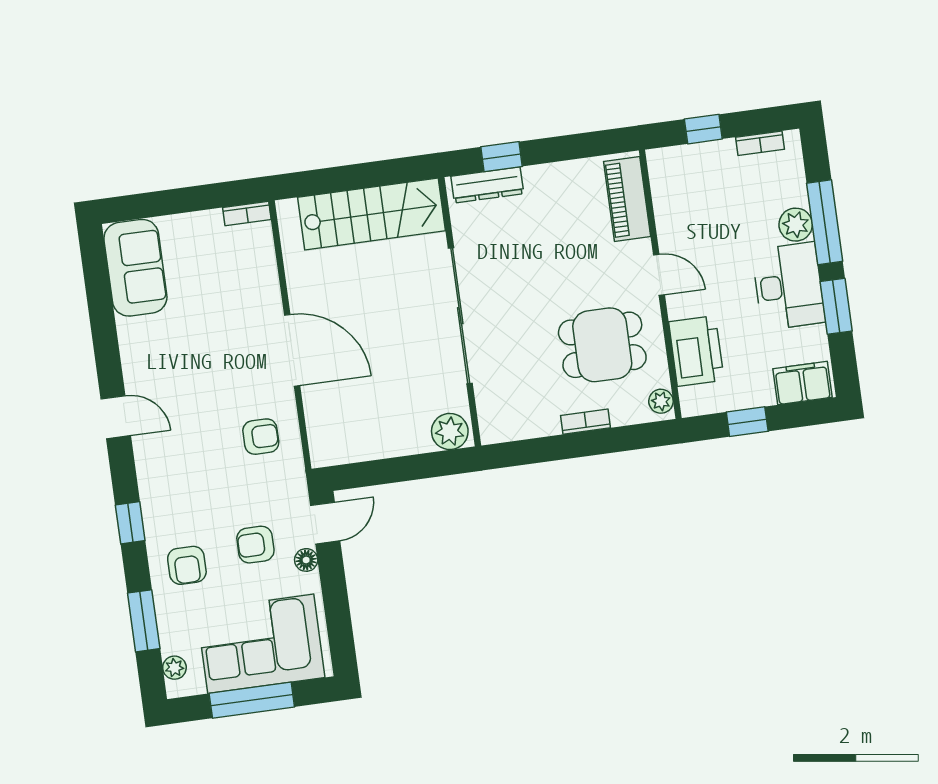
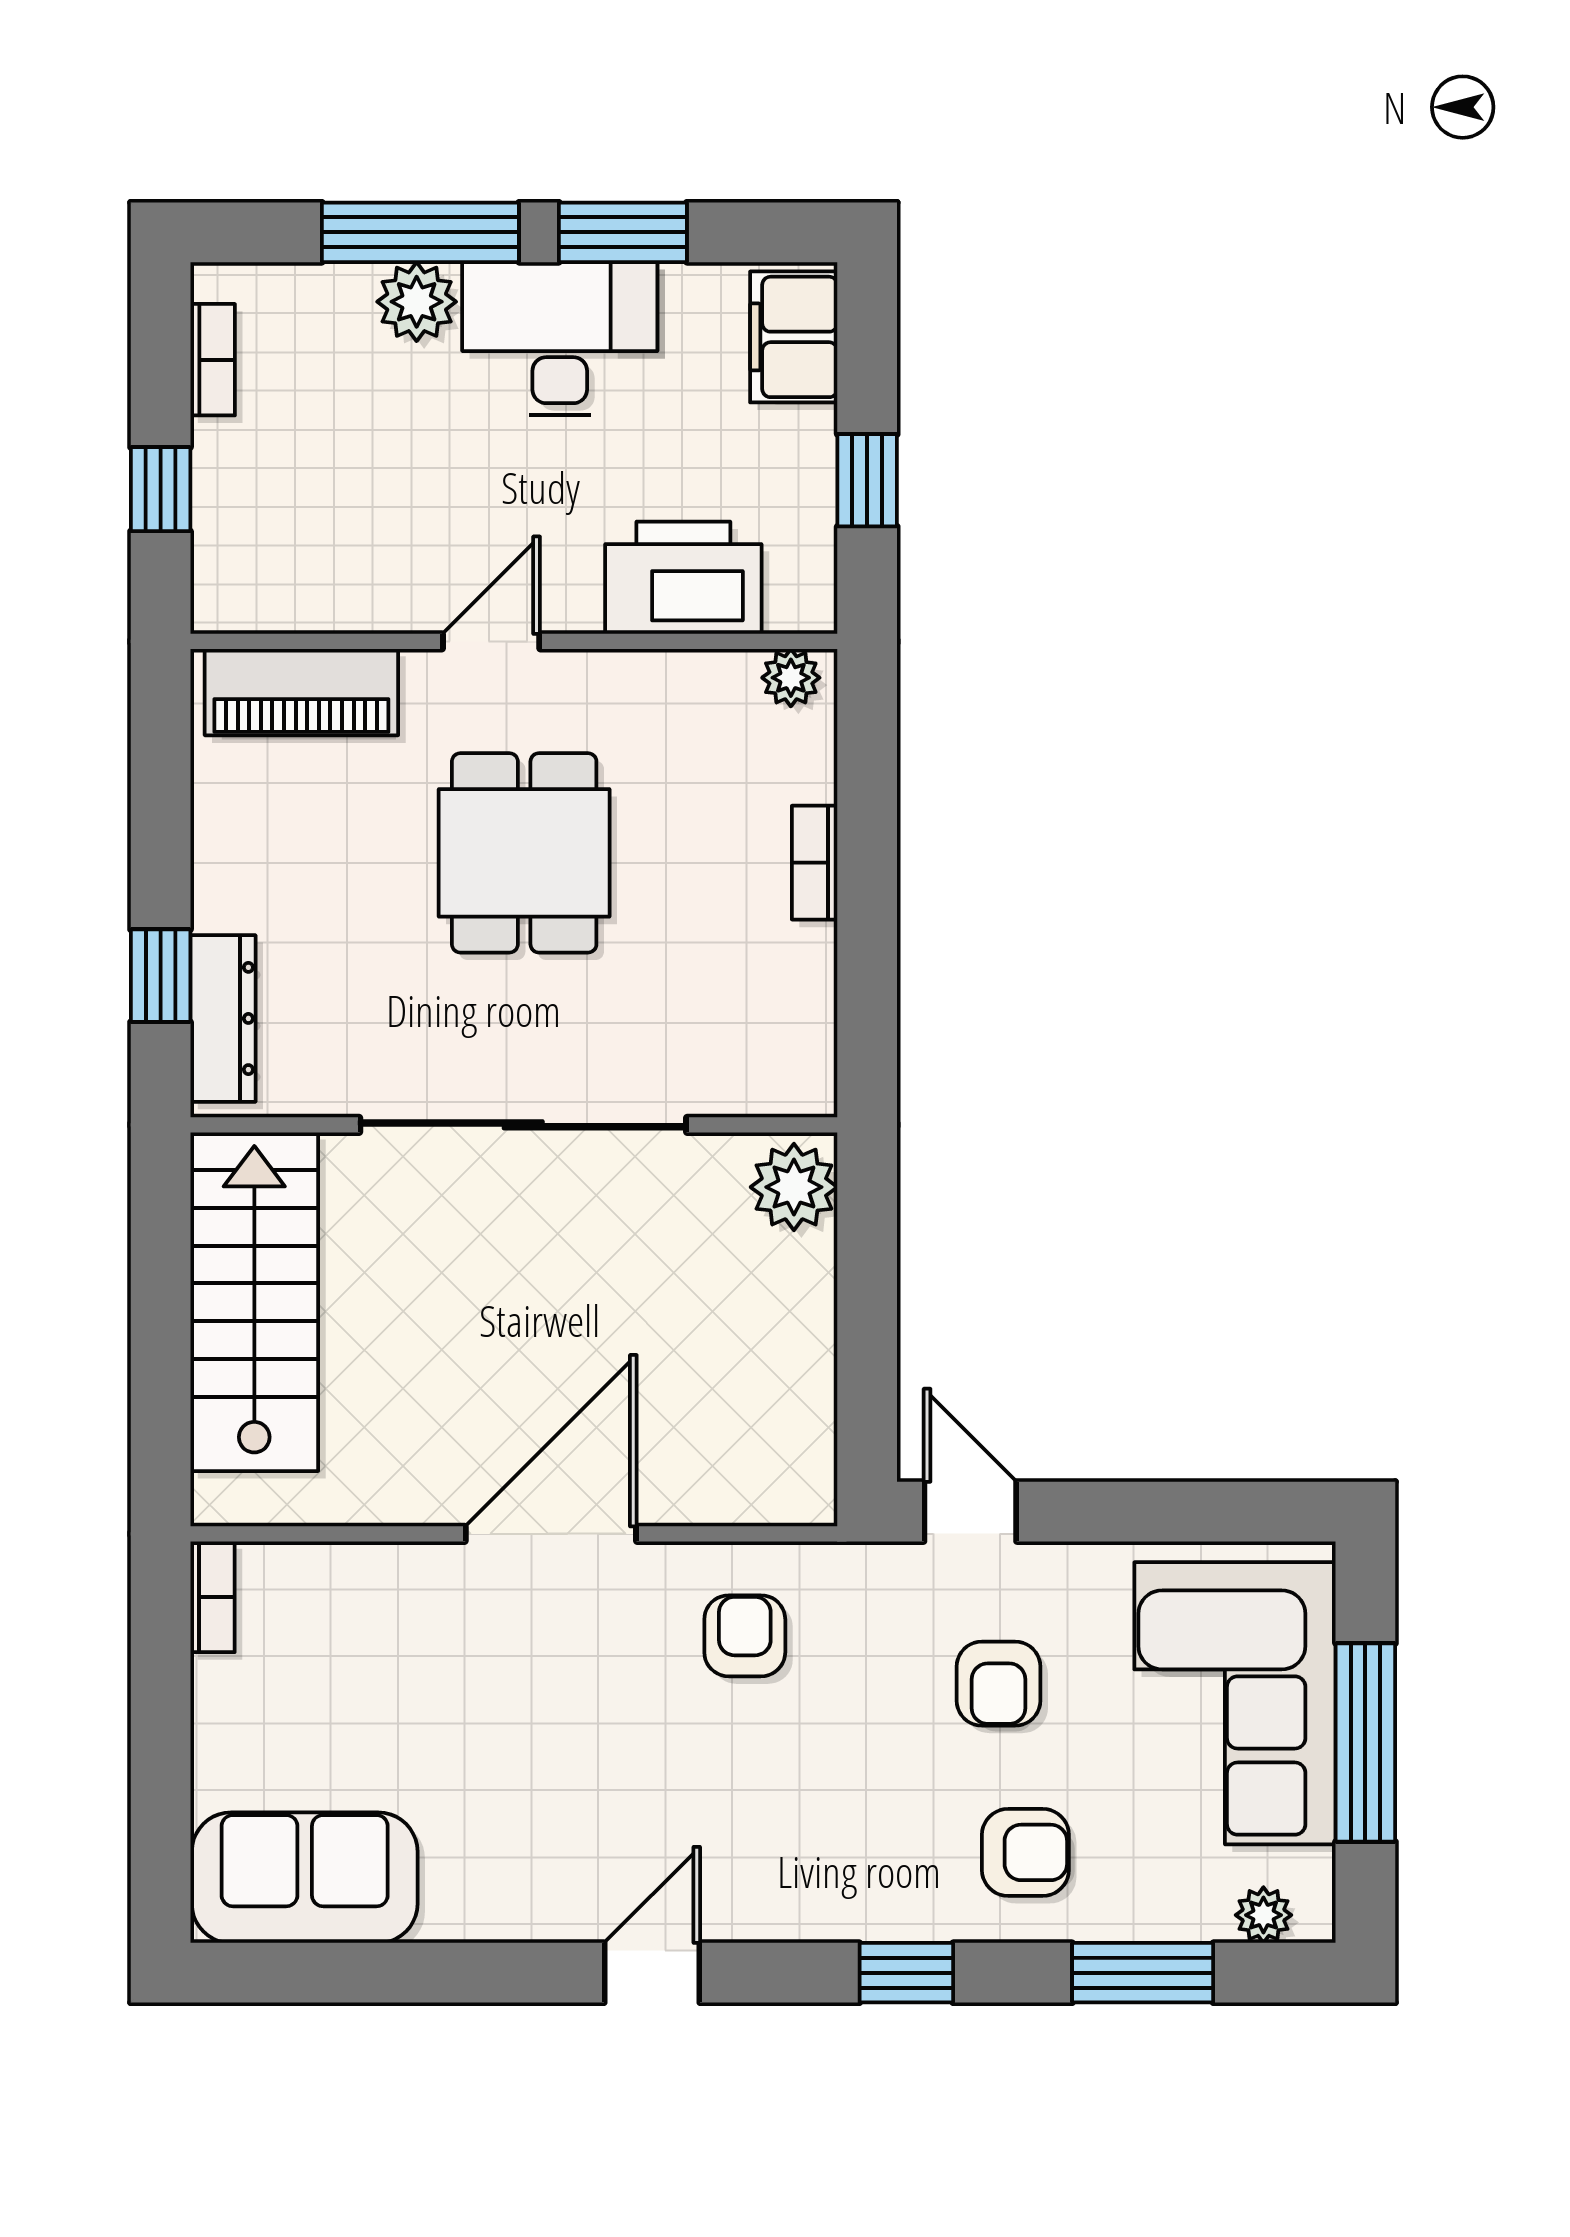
dining table: (602, 345) -> (524, 853), moved
floor lamp: (306, 560) -> (1051, 1569), removed

